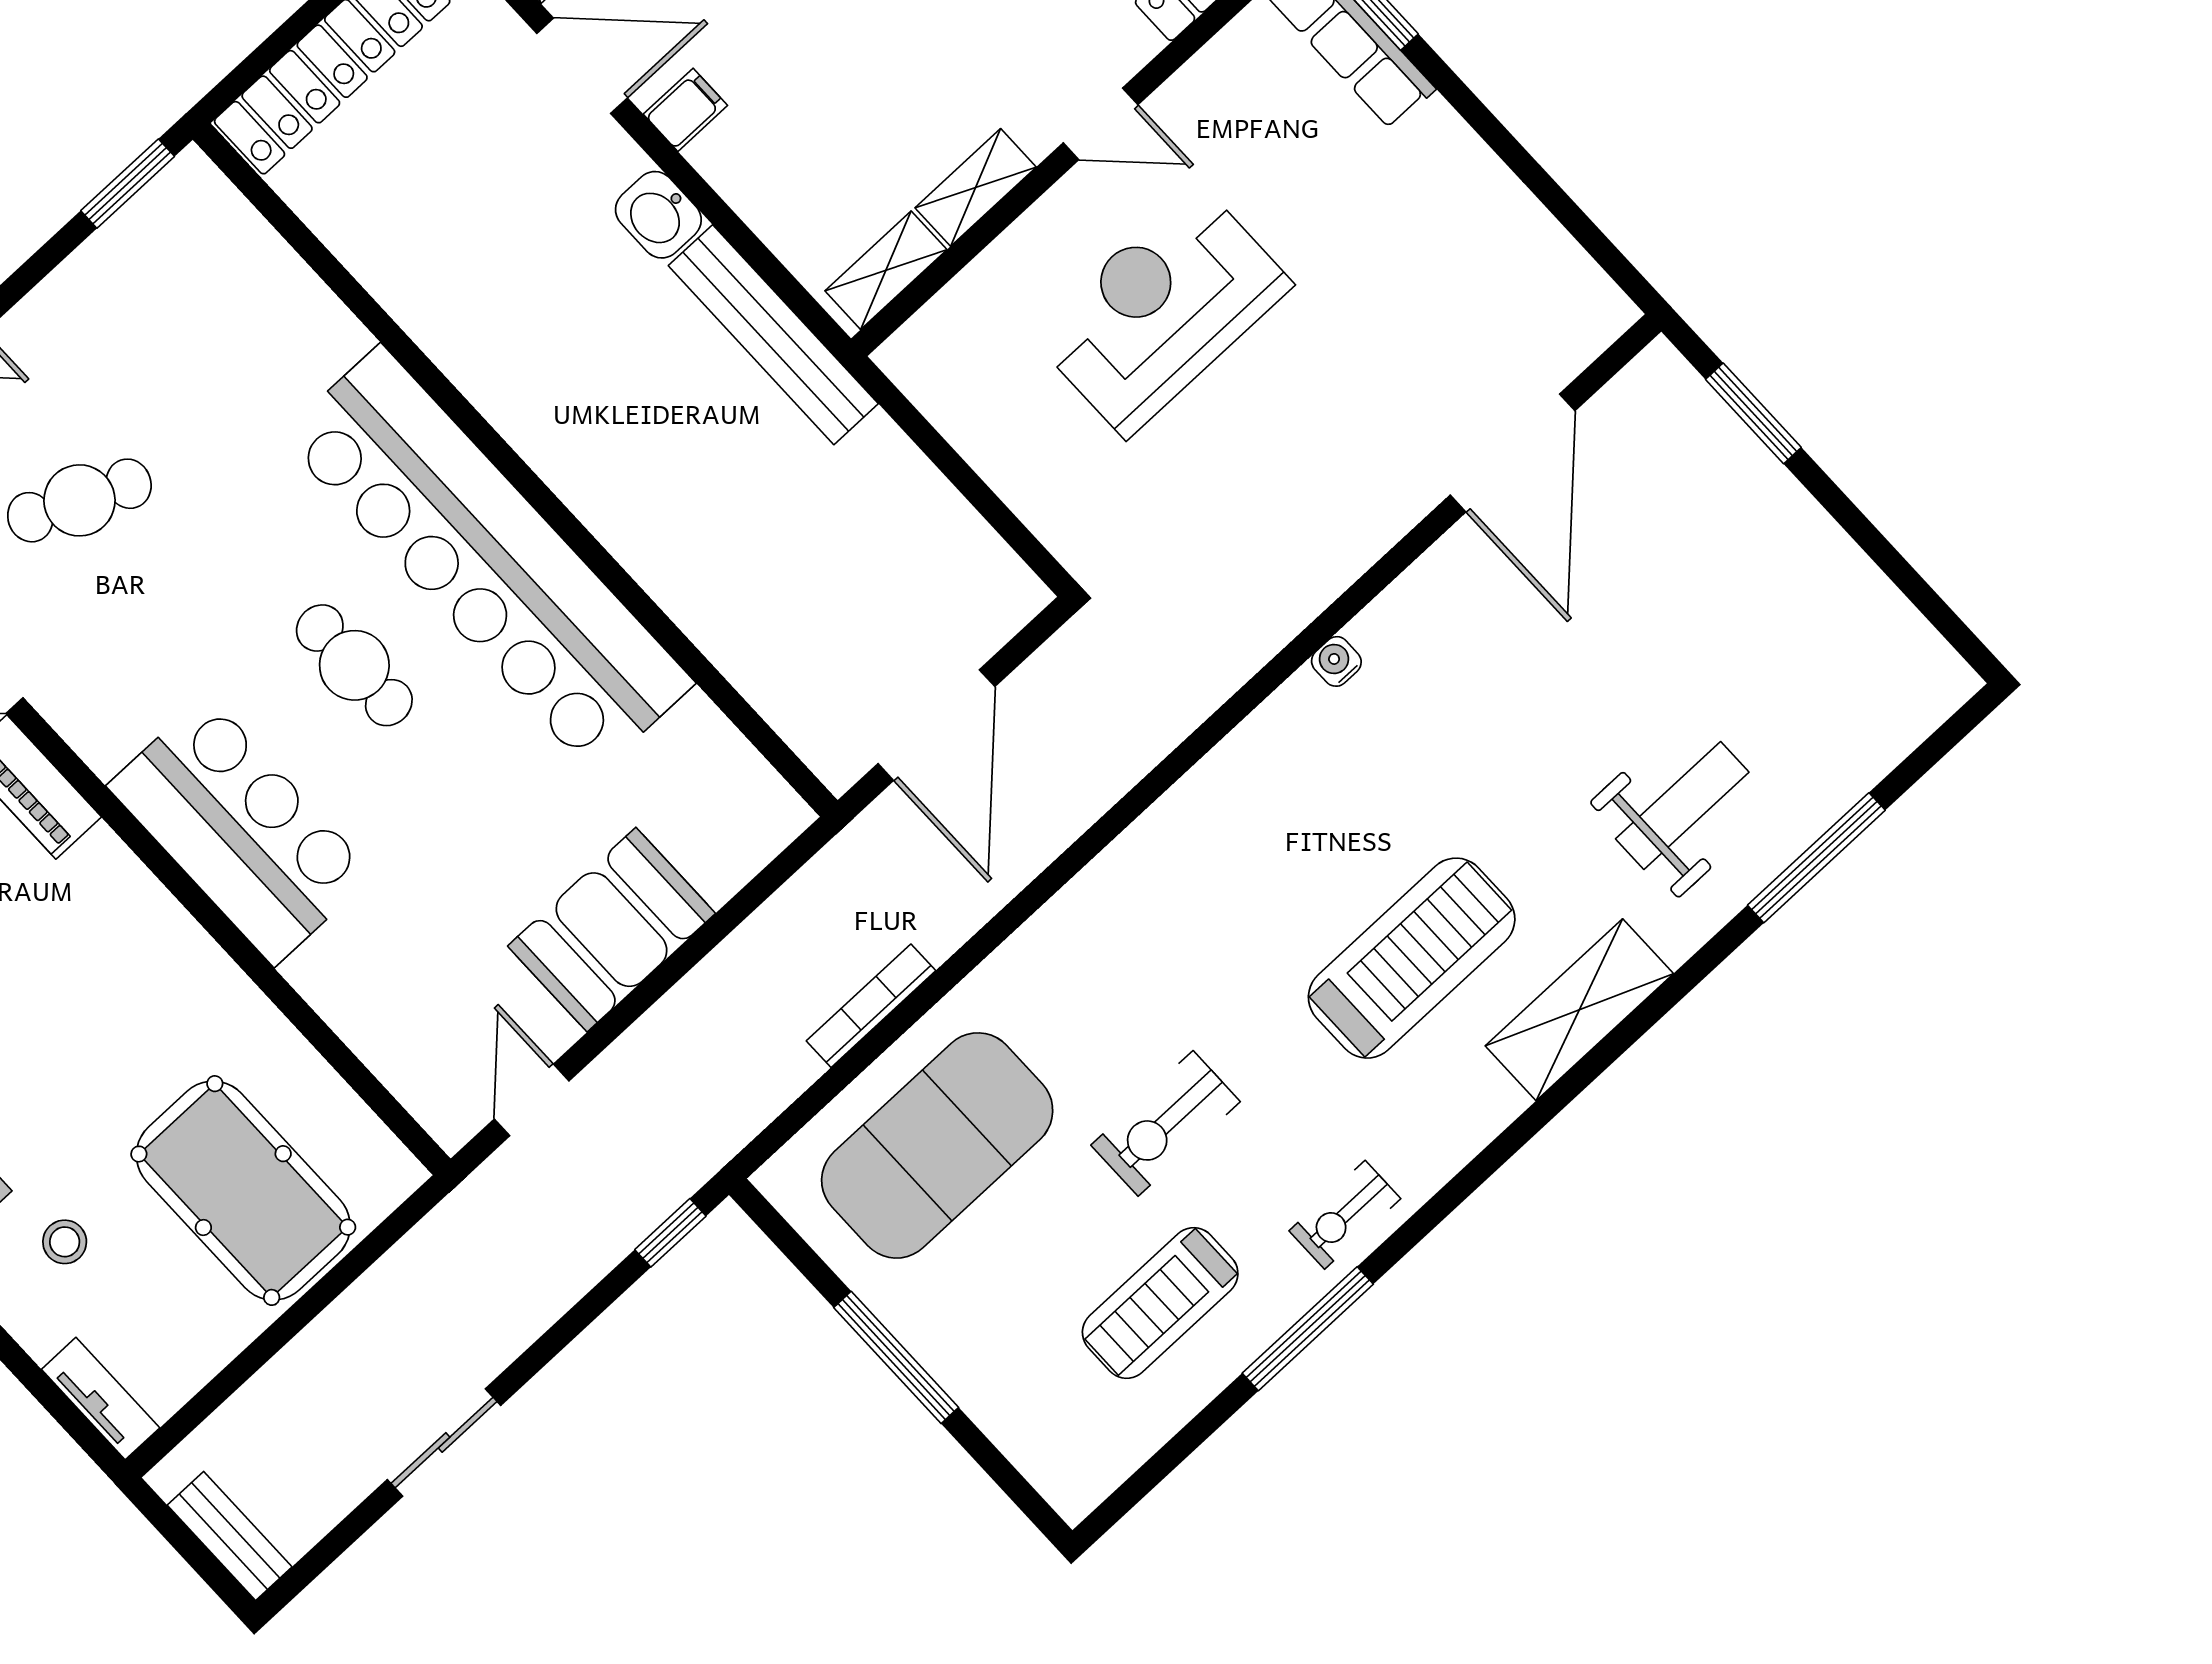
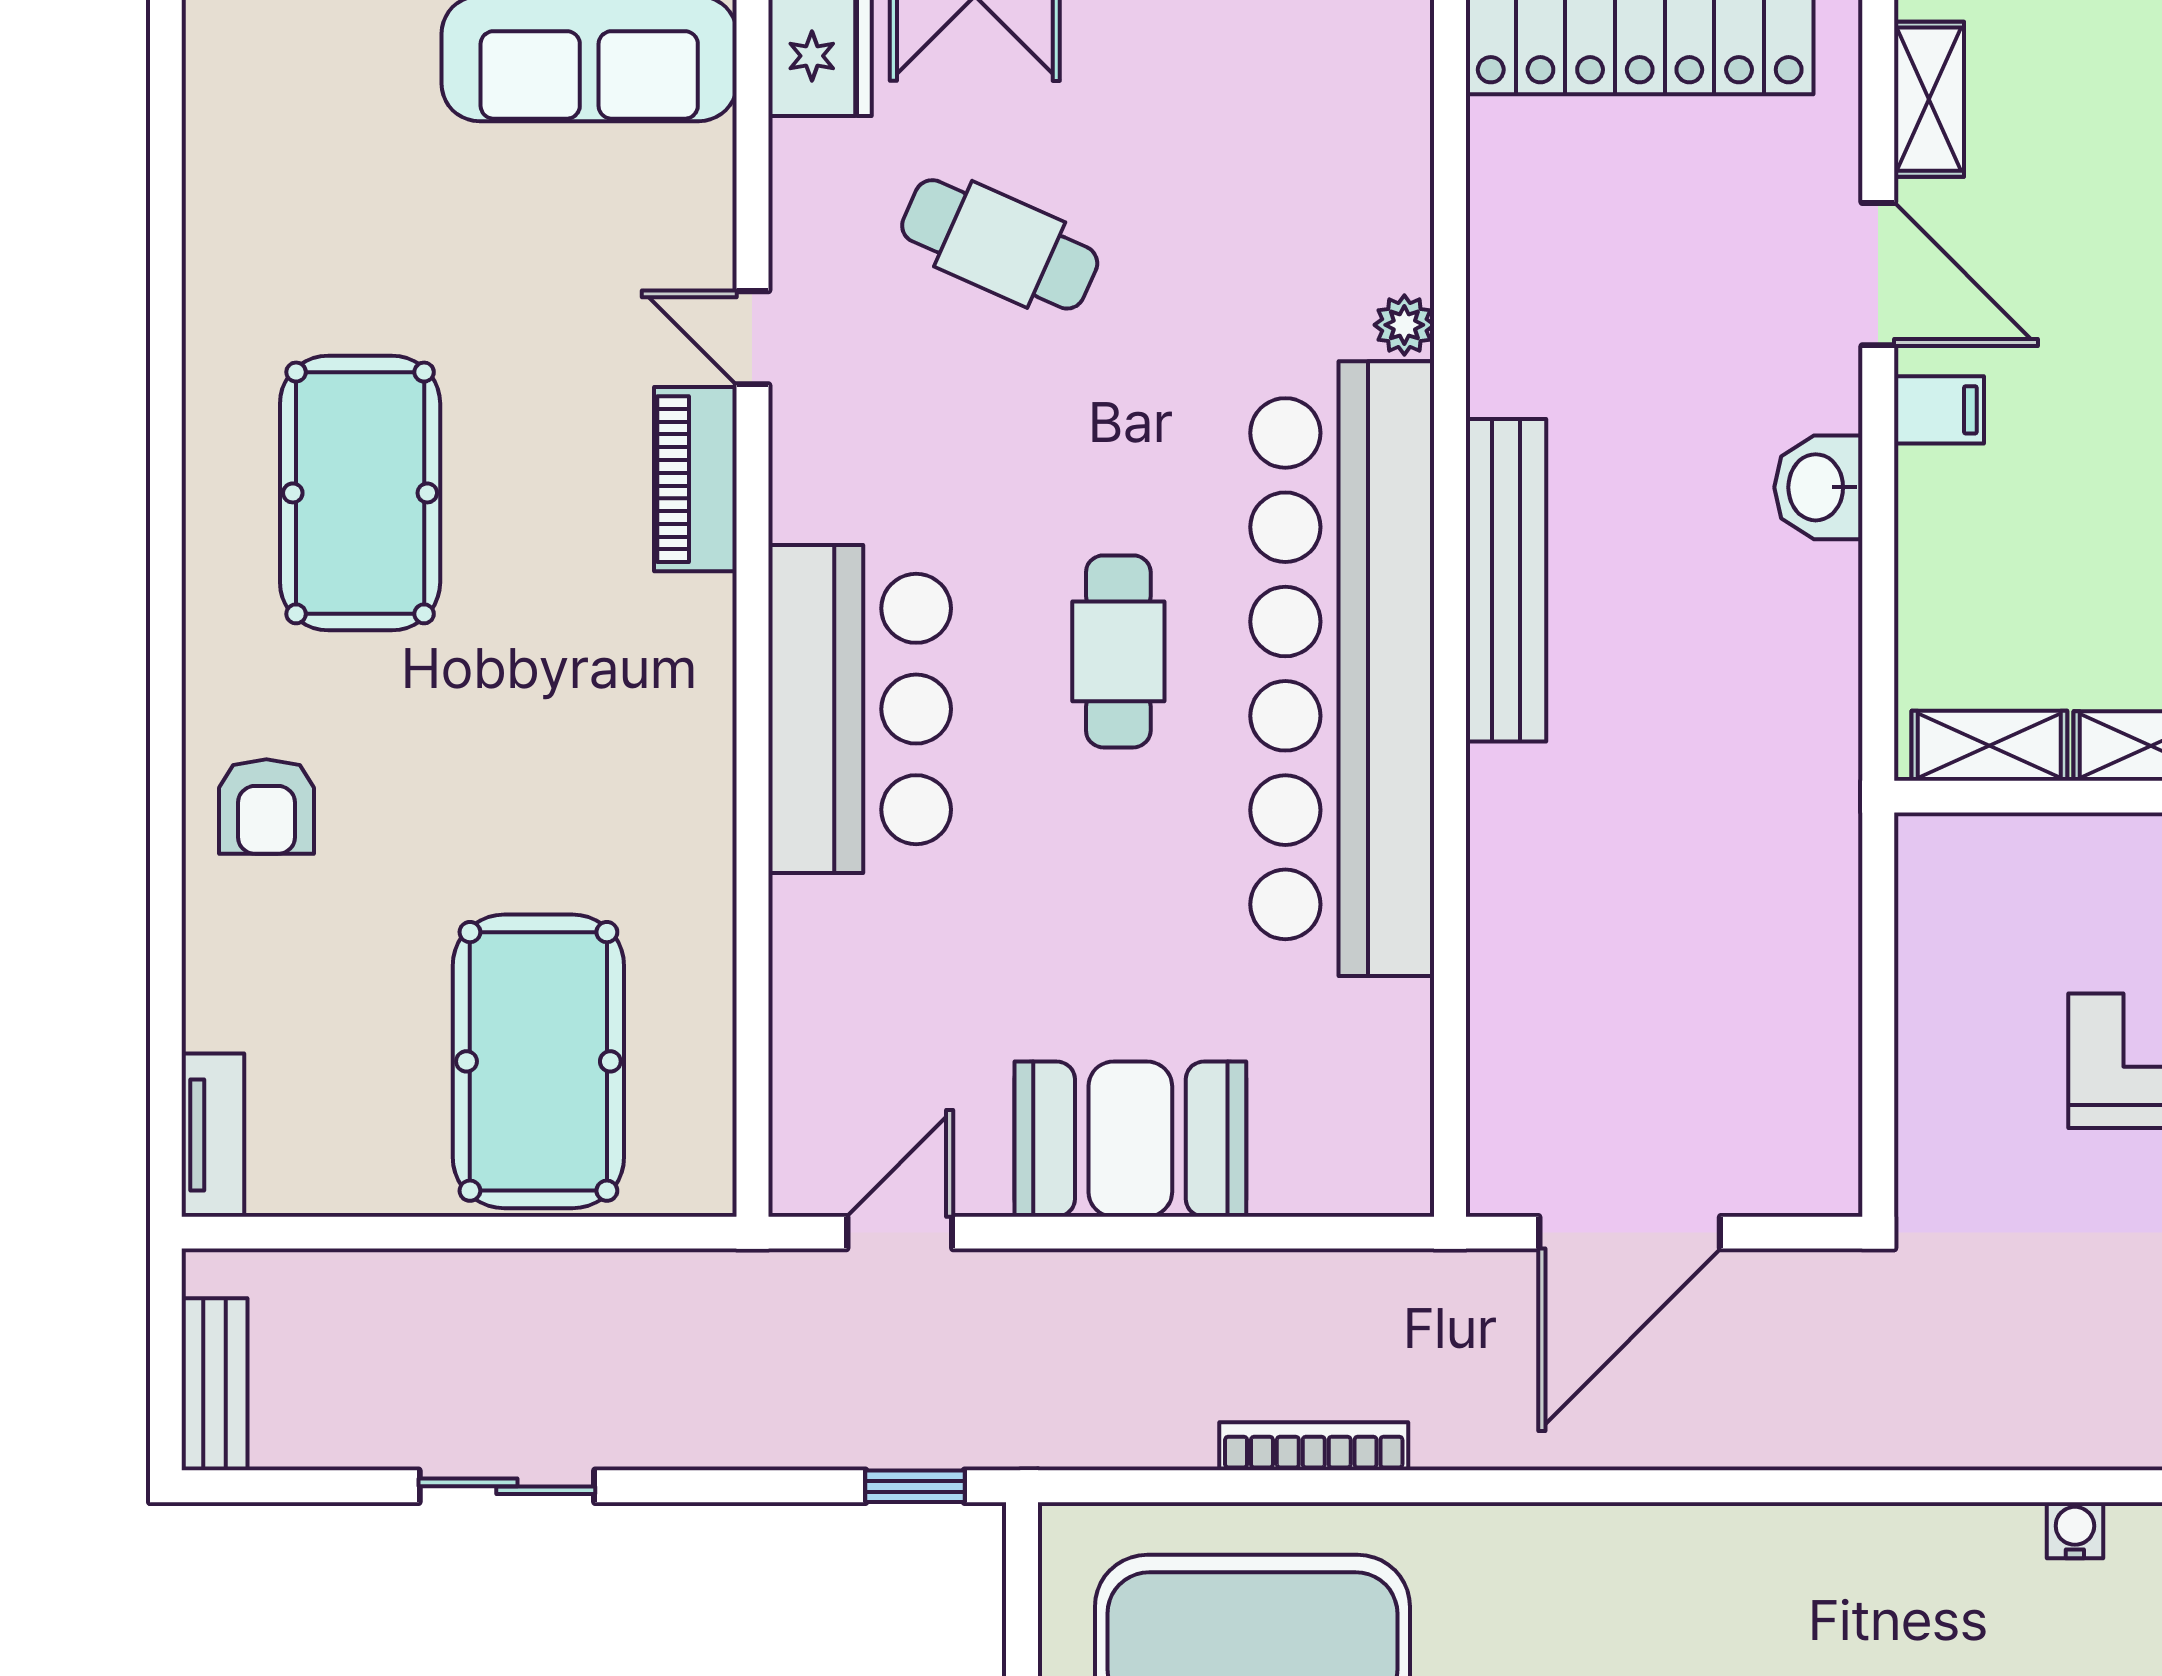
bench: (773, 335) -> (1506, 580), moved
plant: (345, 337) -> (1404, 325), added
stool: (65, 1242) -> (319, 951), removed

